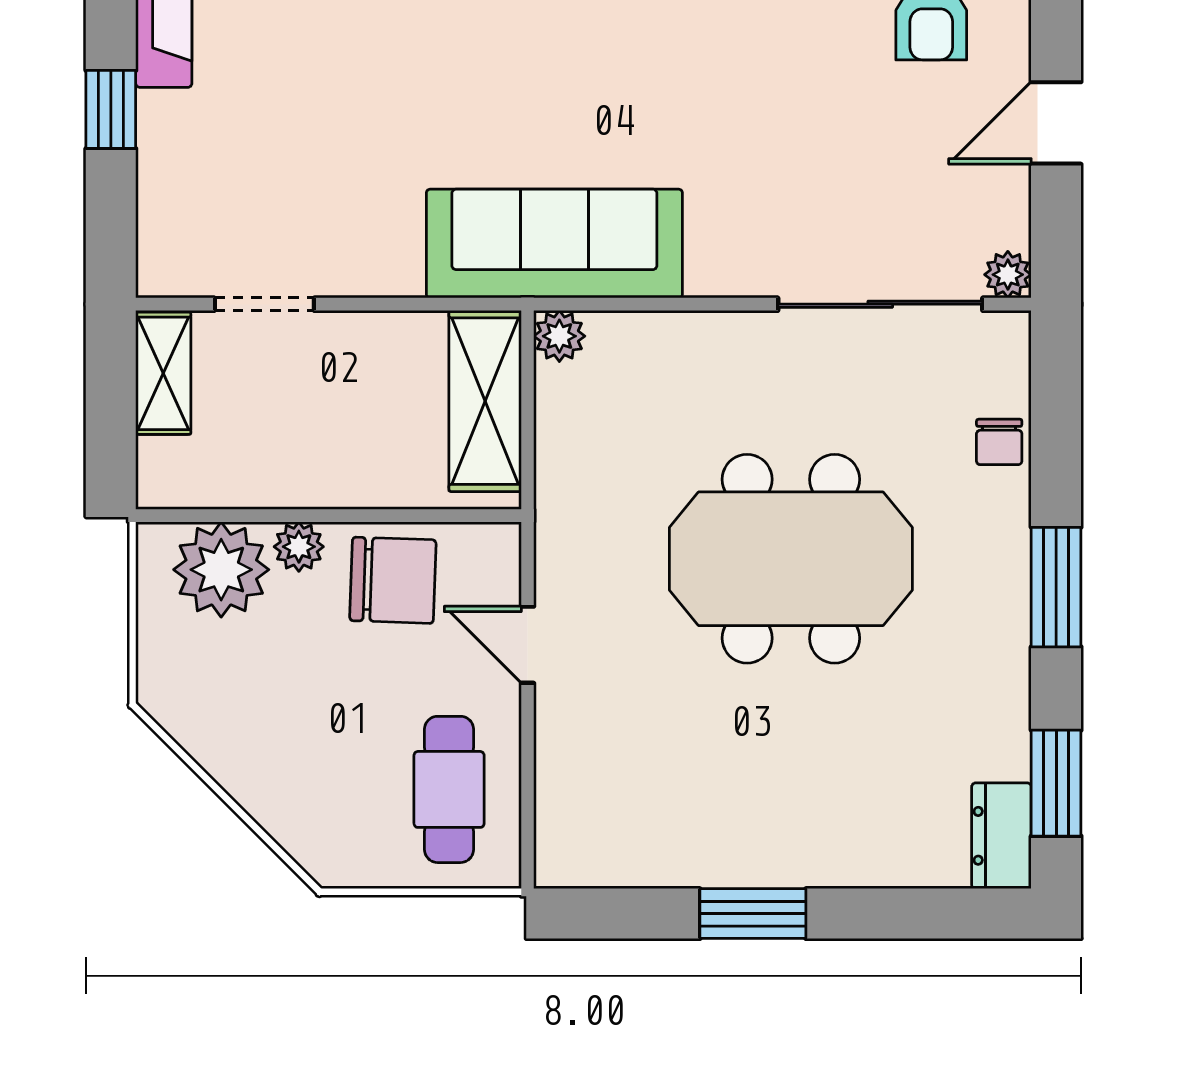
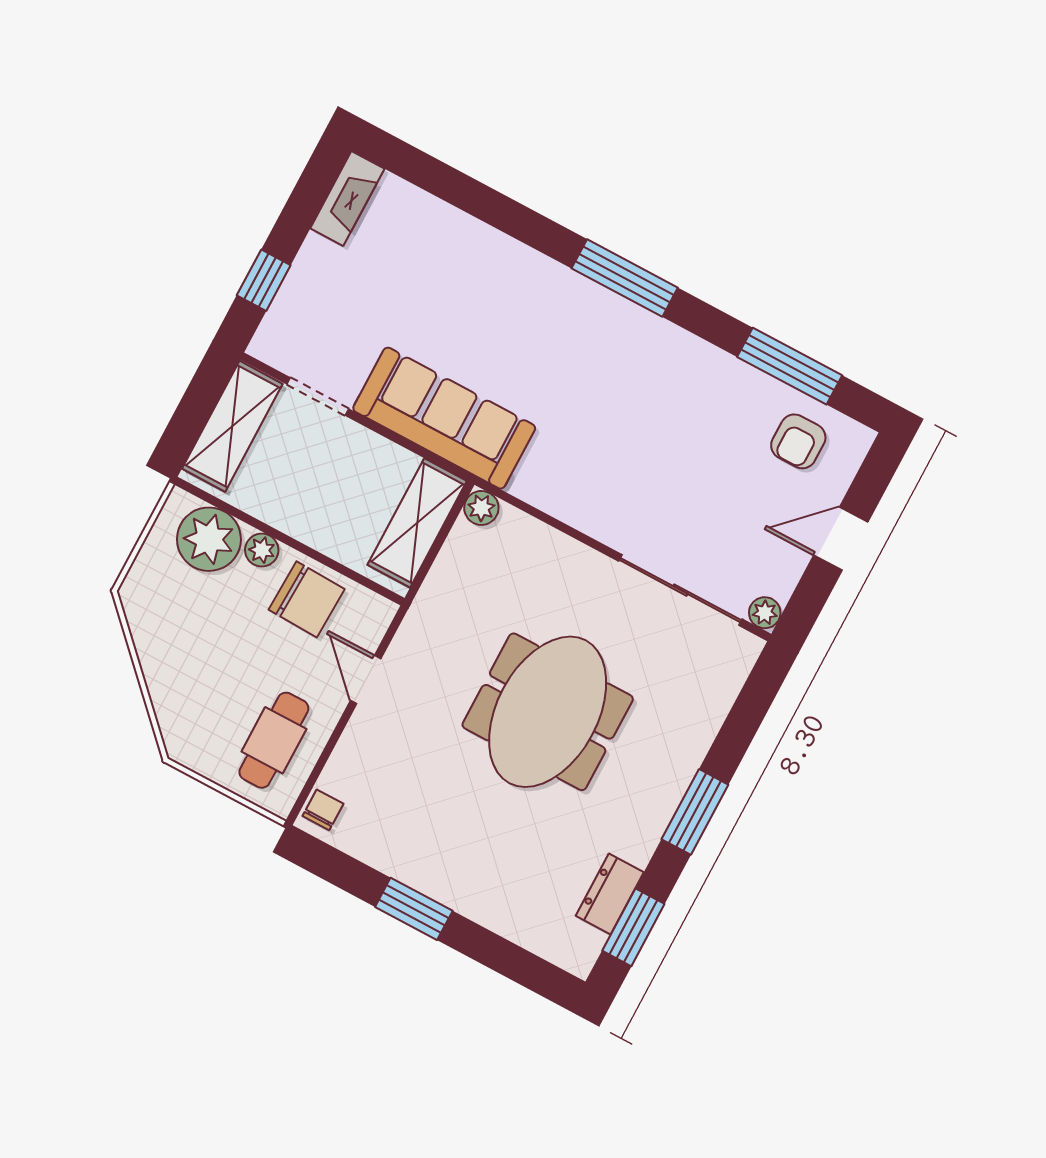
window: (111, 109) -> (264, 280), moved
sofa: (554, 244) -> (444, 418), moved
shelving: (163, 373) -> (232, 426), width x1.50, depth x1.33
chair: (999, 442) -> (323, 810), moved, turned 180
meeting table: (791, 559) -> (548, 712), turned 90
dresser: (1001, 836) -> (610, 894), moved

